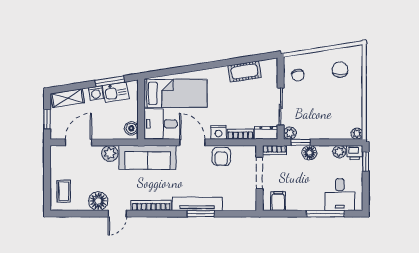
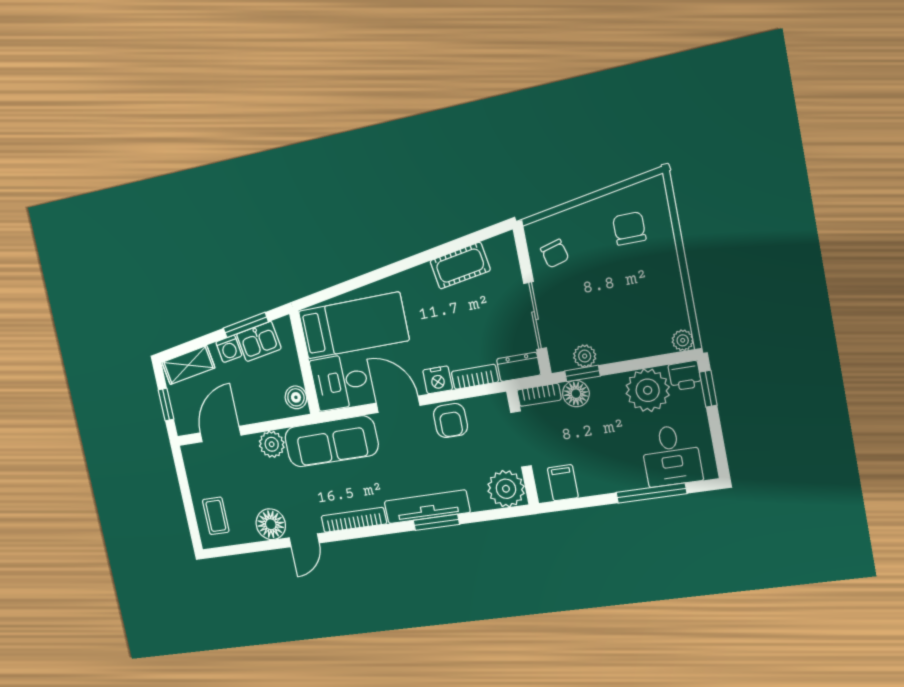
plant: (290, 133) -> (585, 356), moved
plant: (339, 152) -> (648, 390), width x1.87, depth x1.87
floor lamp: (309, 153) -> (576, 394), moved
plant: (245, 200) -> (506, 489), added

